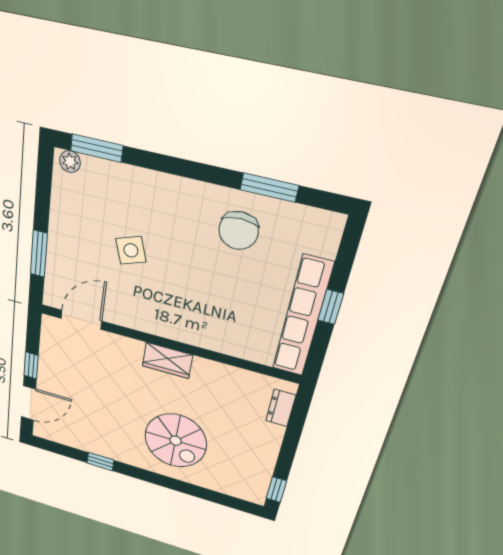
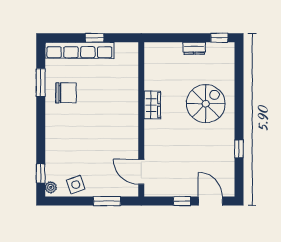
window: (97, 148) -> (41, 173), width x0.67
side table: (131, 250) -> (76, 185), moved
row of seats: (302, 317) -> (79, 50), moved
wardrobe: (167, 360) -> (152, 105), moved
dresser: (281, 408) -> (194, 48), moved

